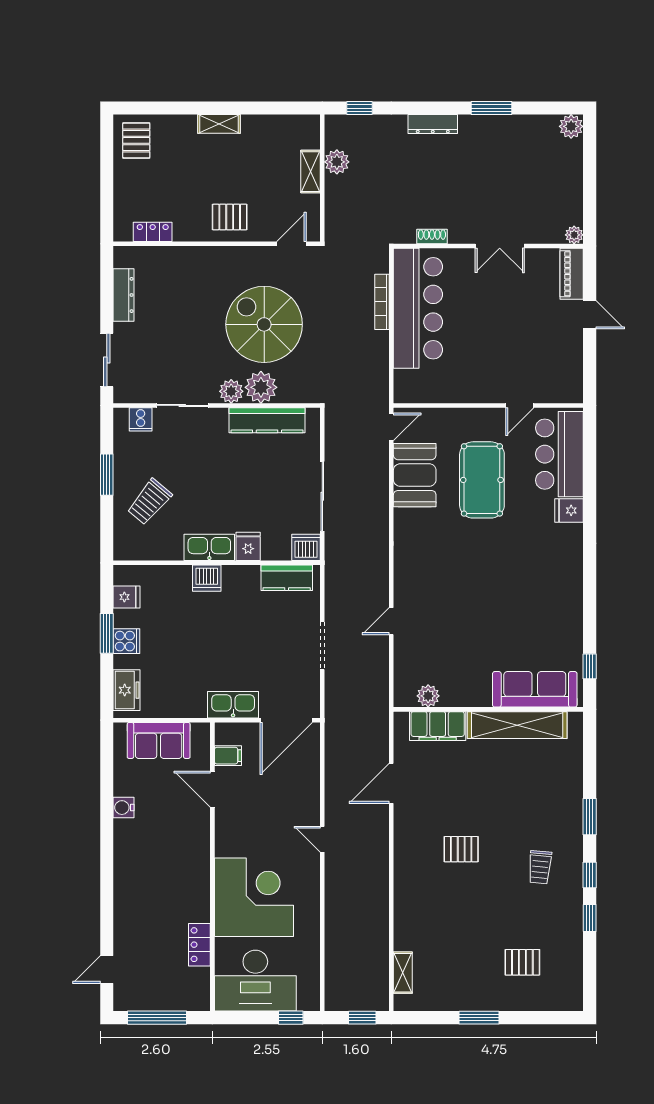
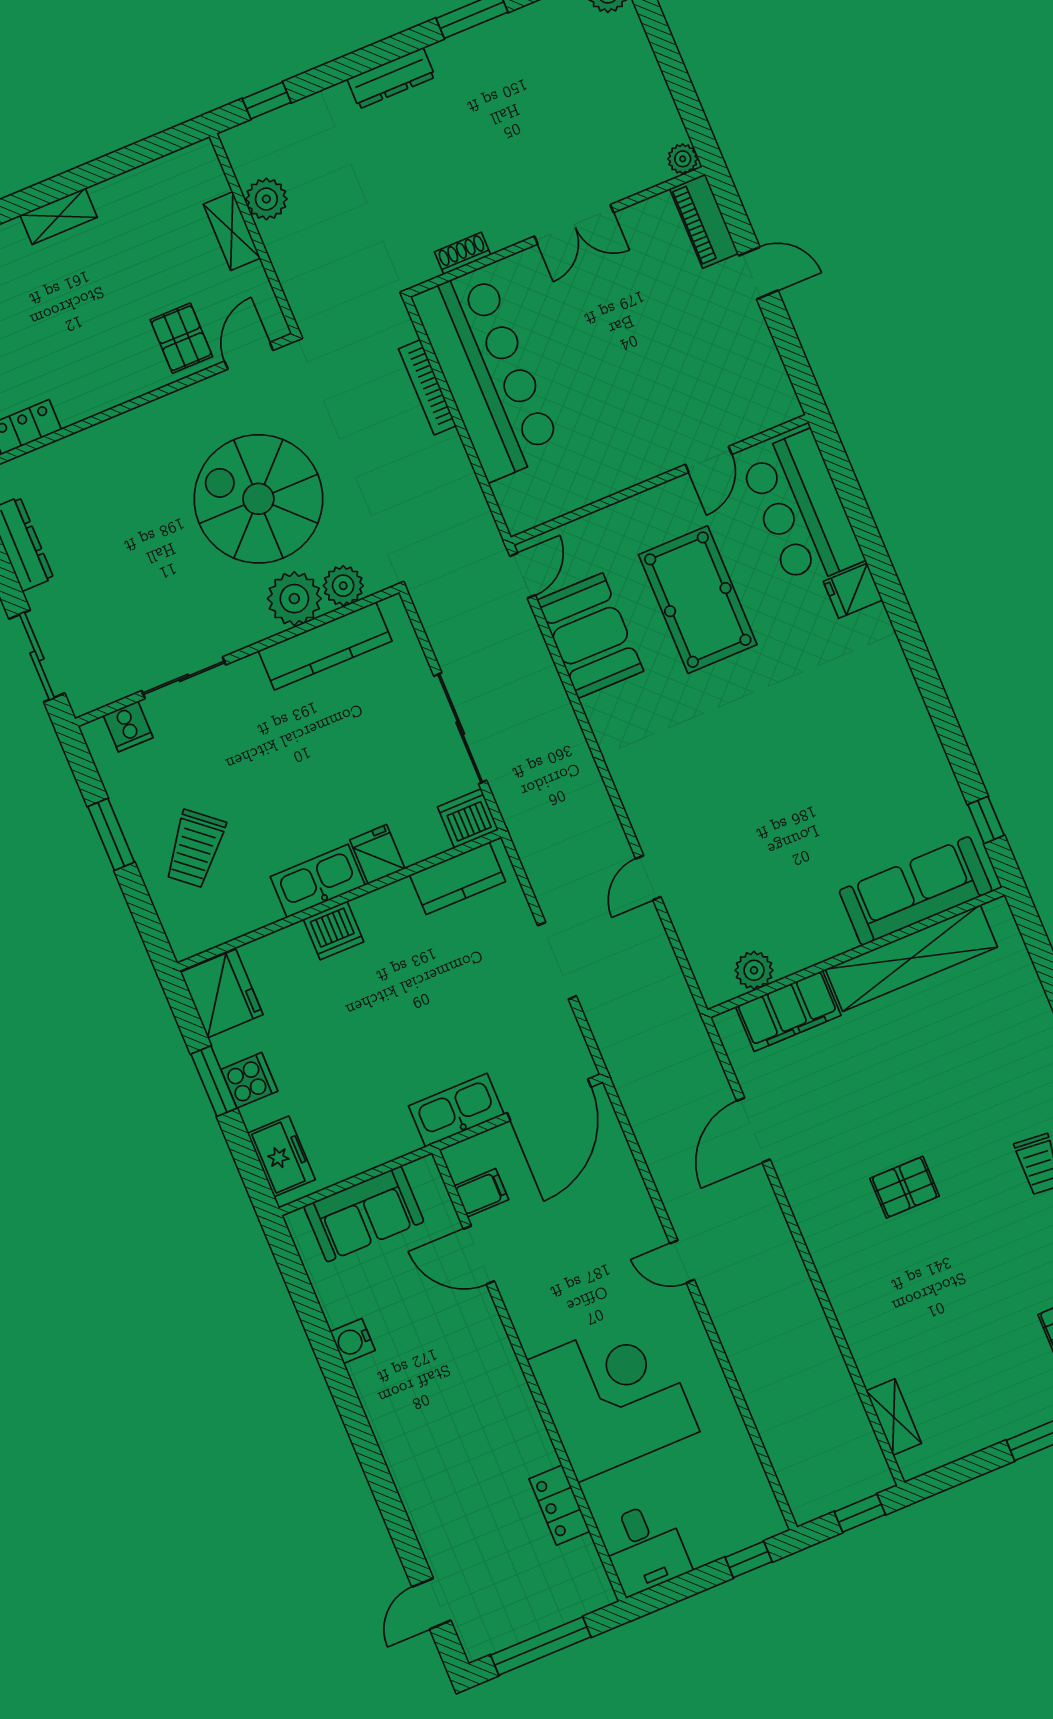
pallet: (230, 217) -> (181, 338), moved, turned 90
plant: (231, 391) -> (343, 586), moved
fridge: (127, 597) -> (222, 993), width x1.88, depth x1.34
desk: (255, 981) -> (645, 1548), width x0.53, depth x0.77

